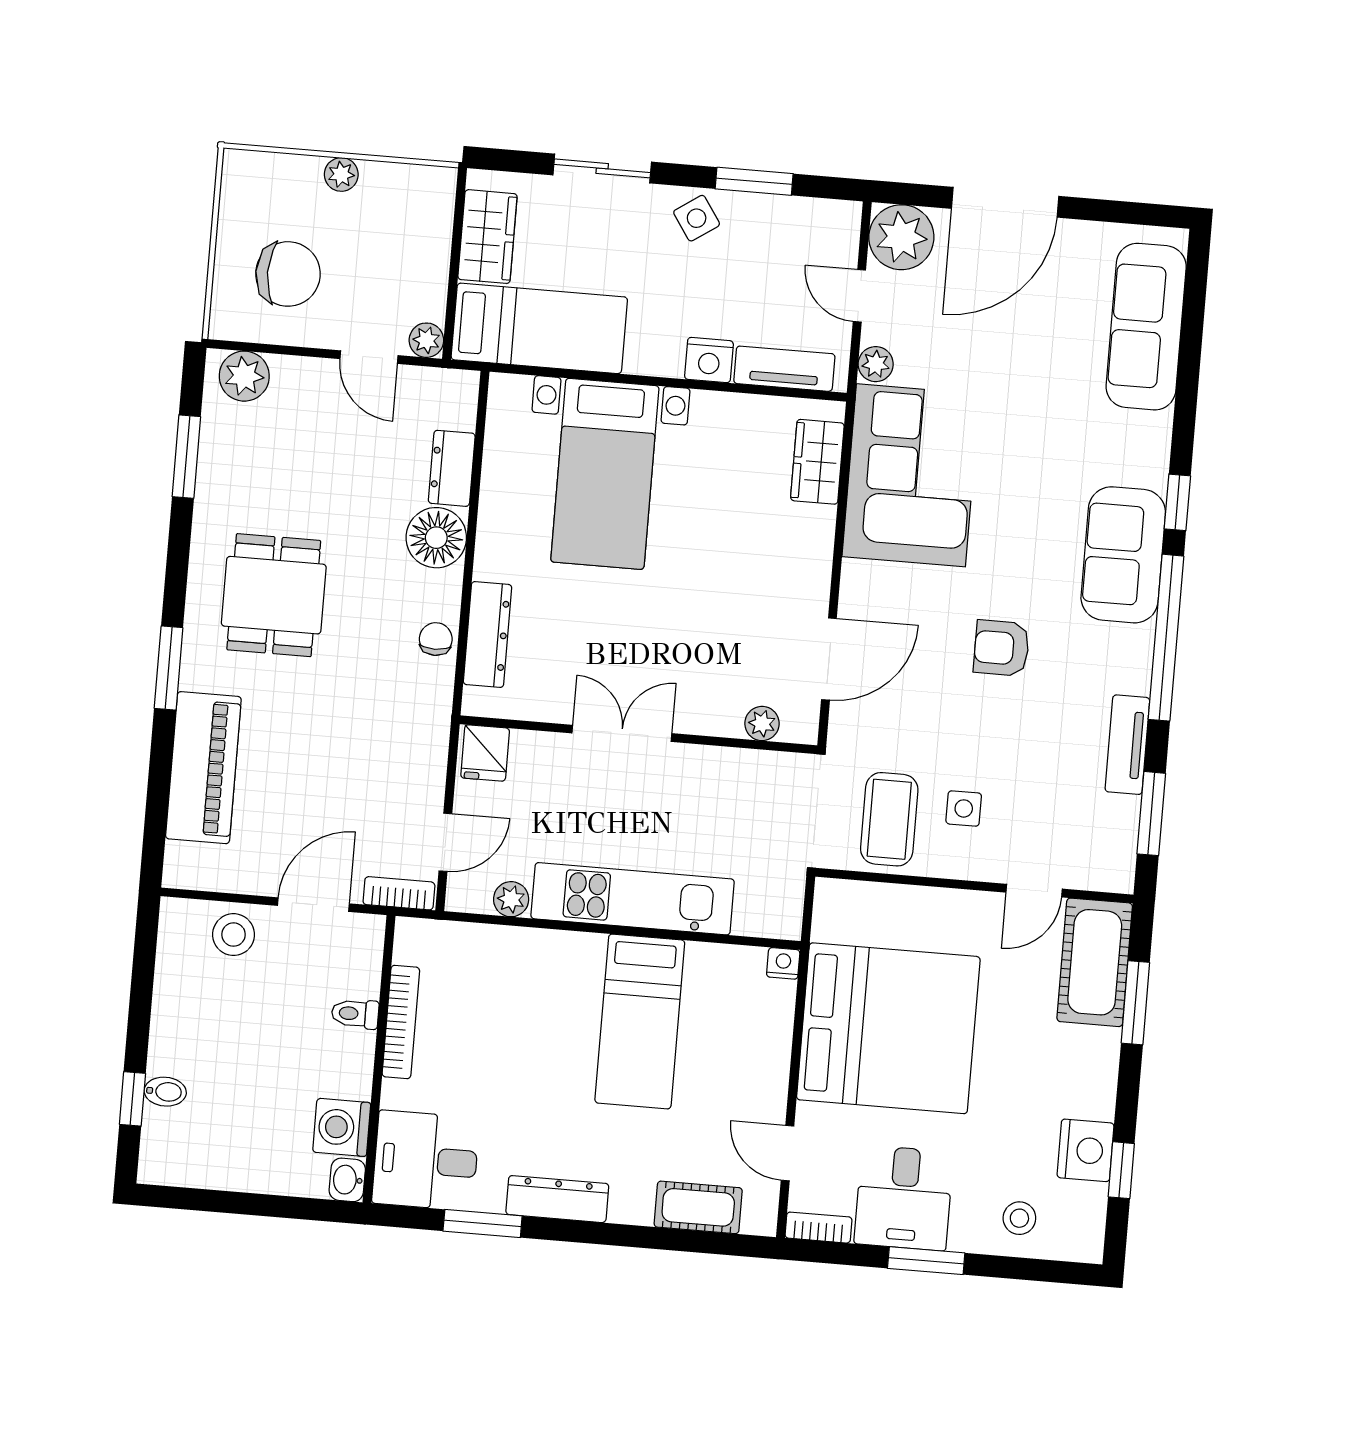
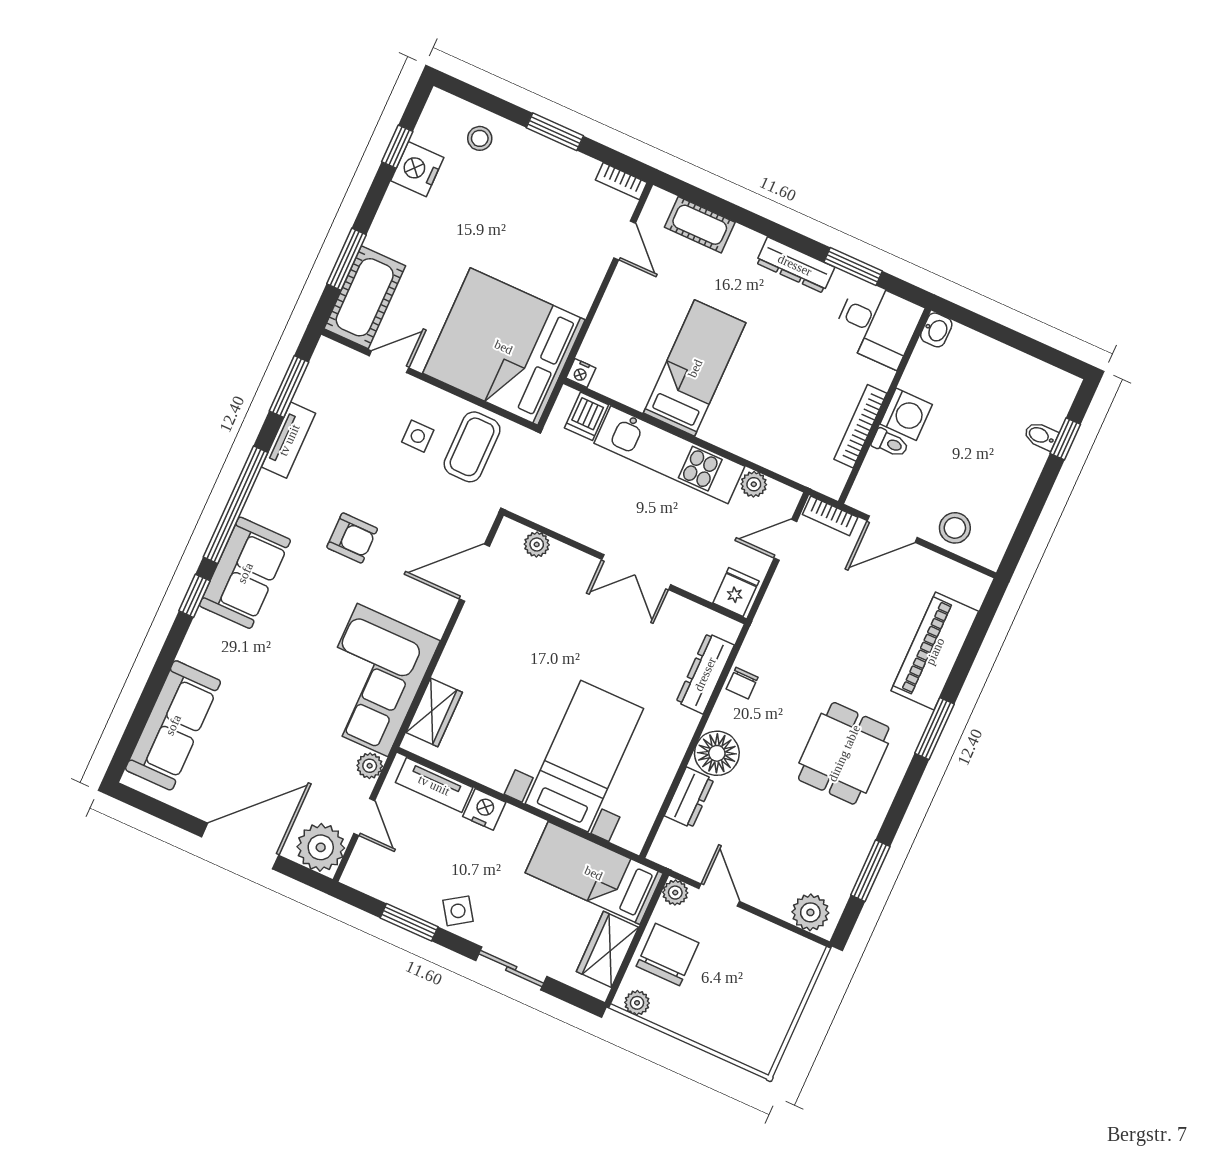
plant: (341, 174) -> (637, 1003), moved
chair: (288, 274) -> (668, 955), moved, turned 90
dishwasher: (756, 910) -> (586, 416), added
bed: (888, 1028) -> (504, 347), moved
washing machine: (342, 1127) -> (906, 414), moved
desk: (904, 1198) -> (555, 181), removed

